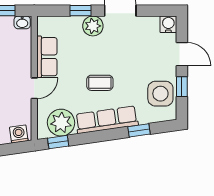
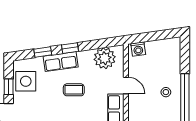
door: (34, 88) -> (126, 85), swing flipped
row of seats: (107, 120) -> (61, 62), width x0.68
window: (58, 142) -> (70, 48), moved

